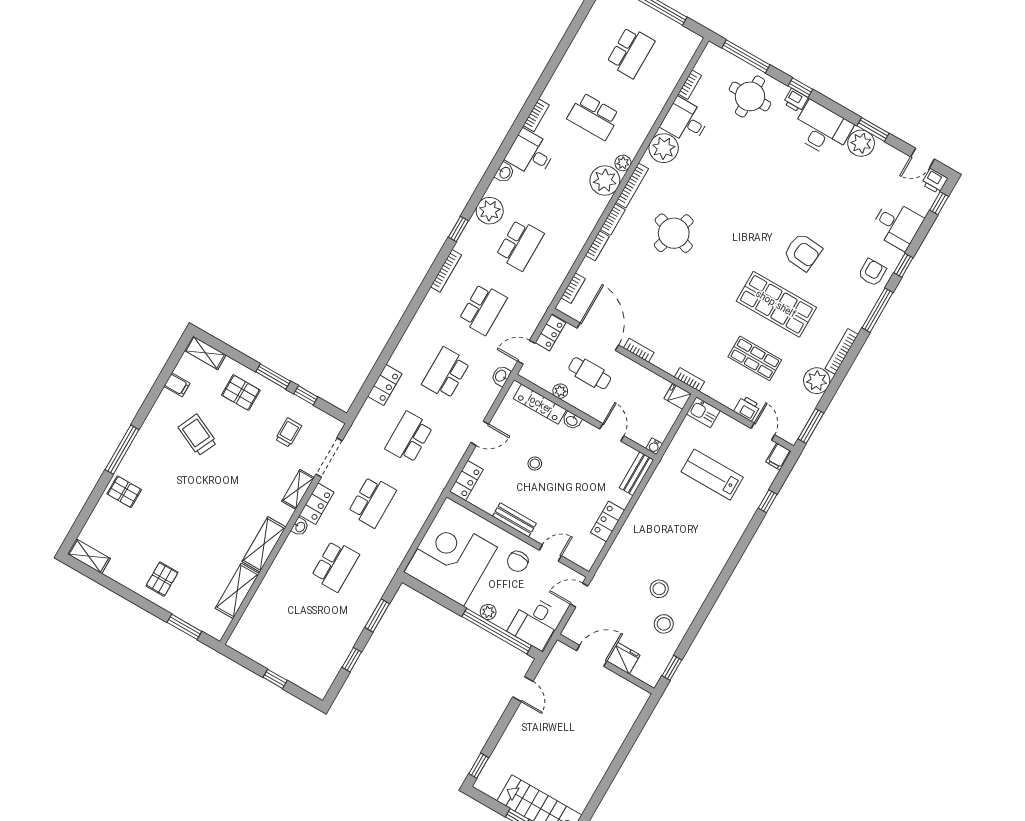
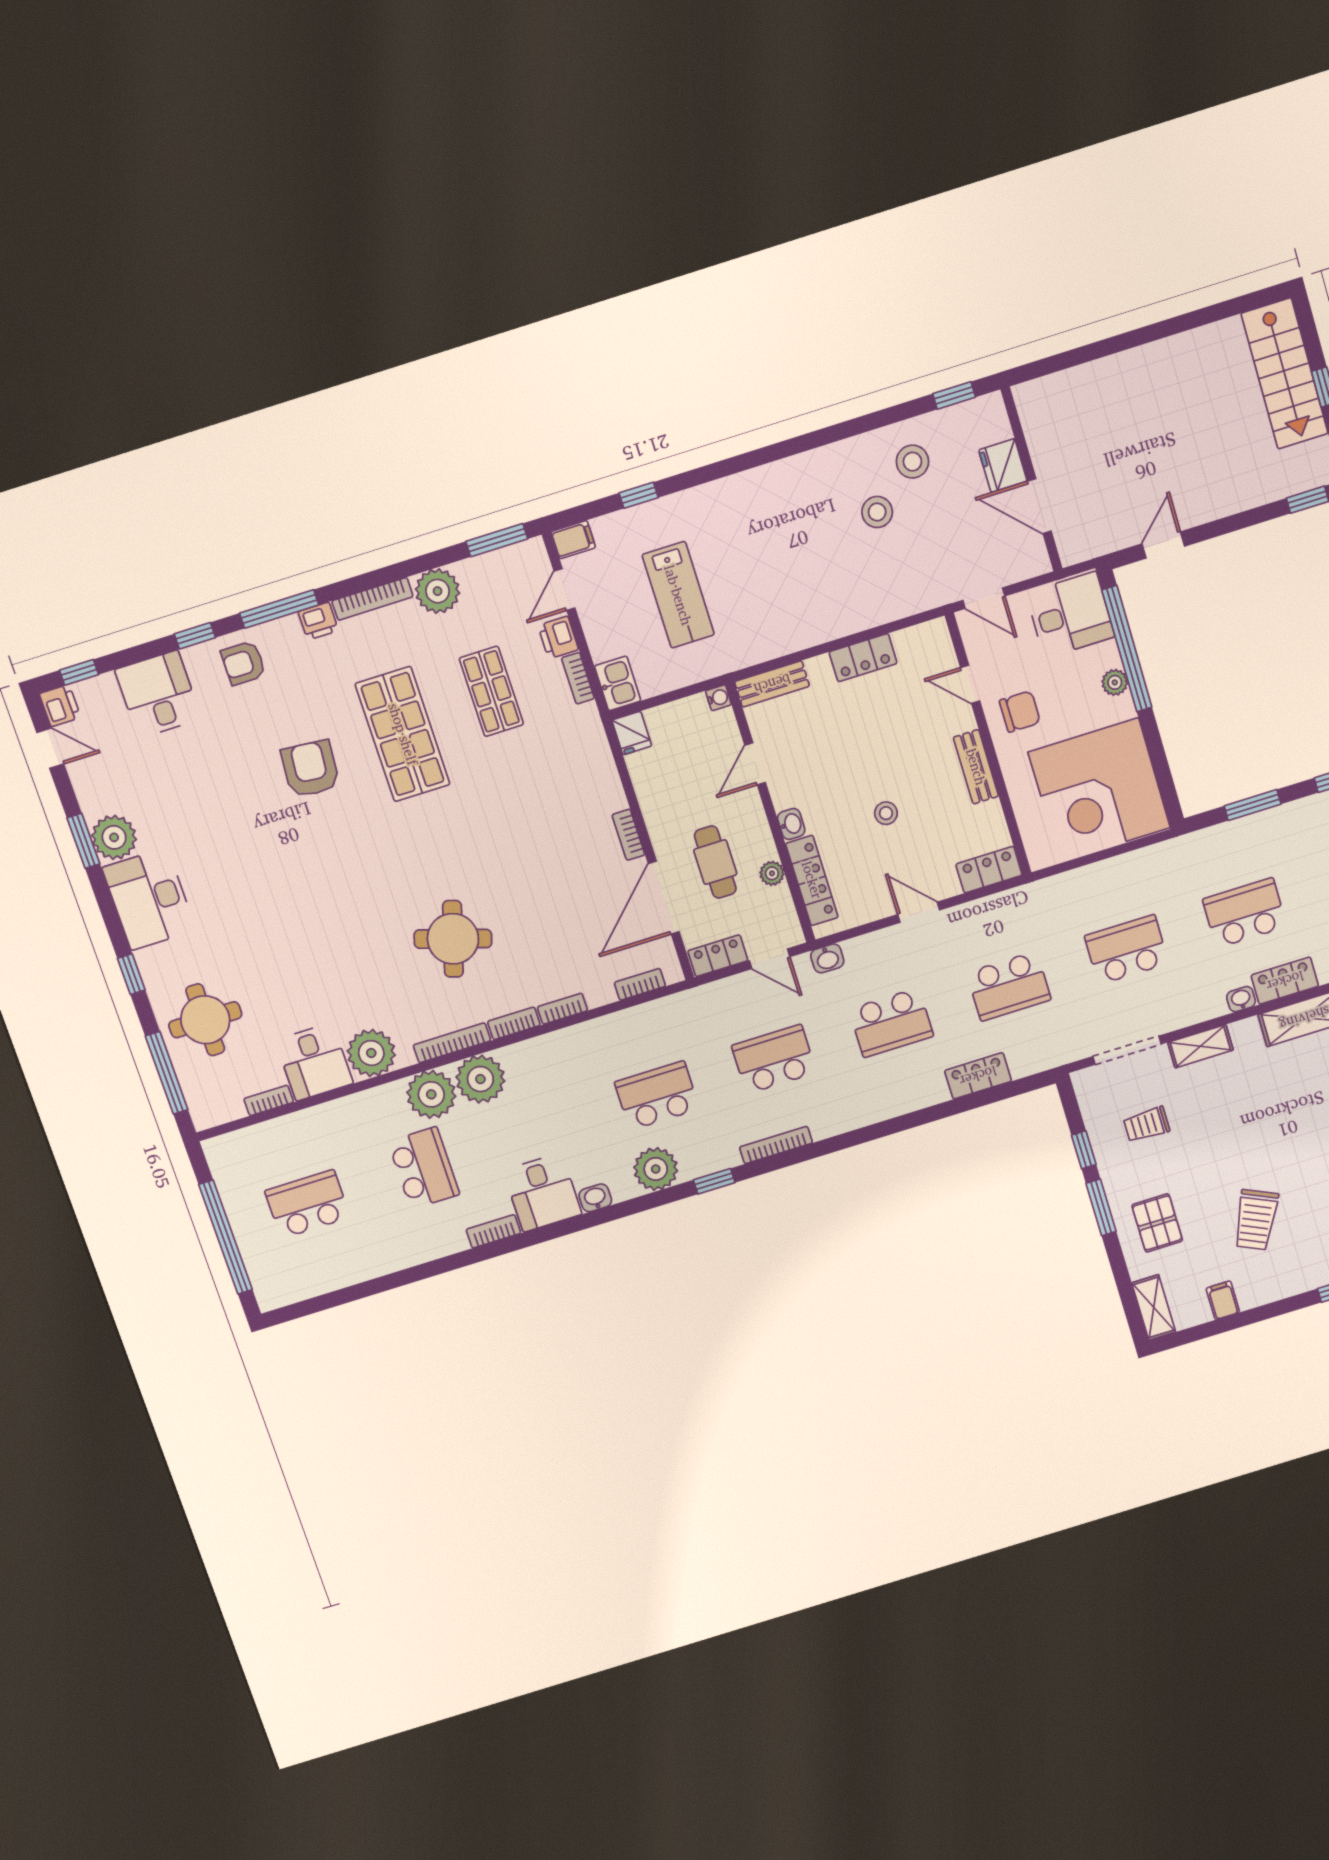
printer: (796, 100) -> (318, 621), moved, turned 90
plant: (623, 163) -> (431, 1094), width x1.87, depth x1.87
bookcase: (689, 380) -> (578, 678), moved
locker: (317, 504) -> (1285, 981), moved

